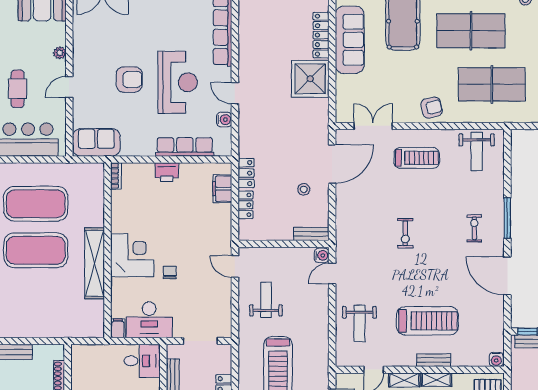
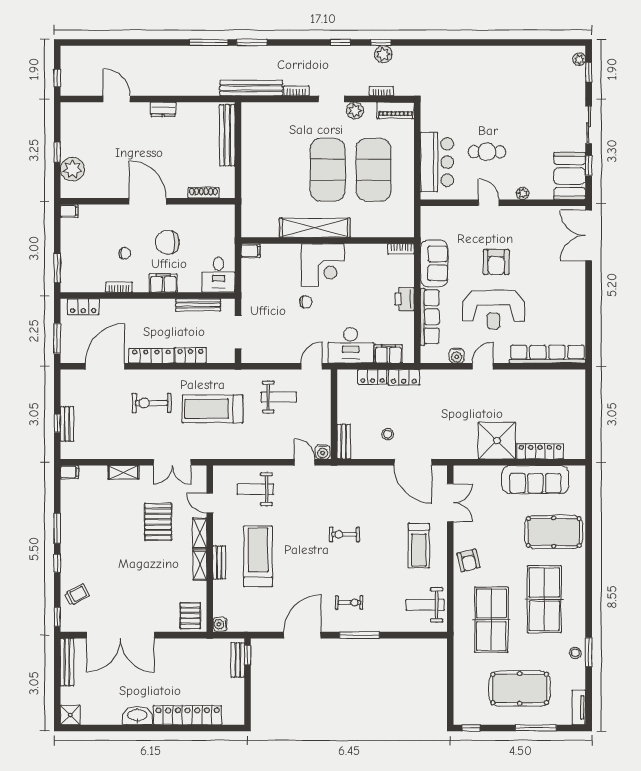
sofa: (96, 142) -> (434, 263), moved
desk: (149, 320) -> (351, 345), moved, turned -90
treadmill: (427, 321) -> (258, 556), turned 180

